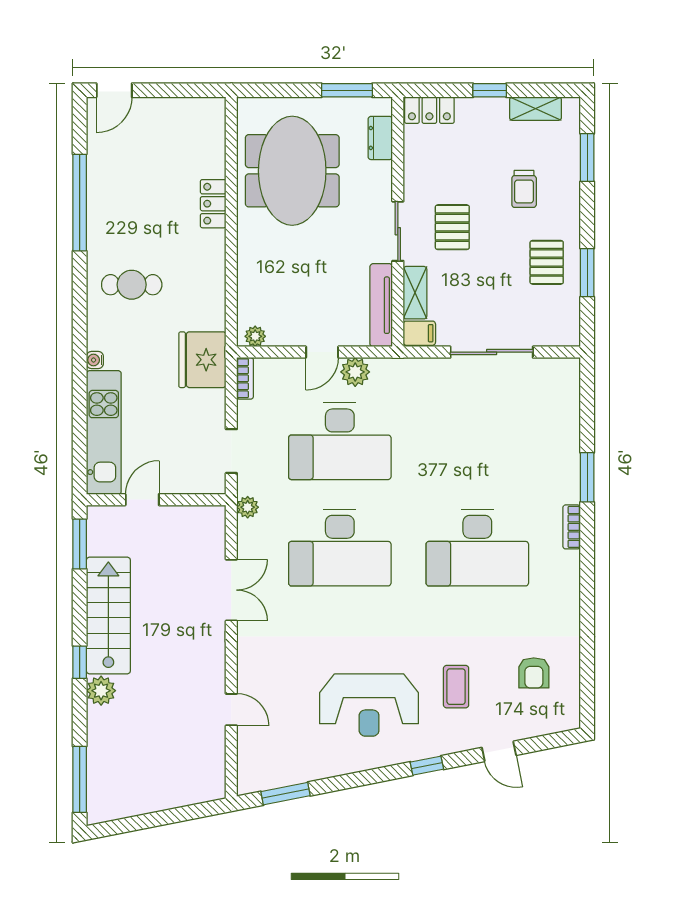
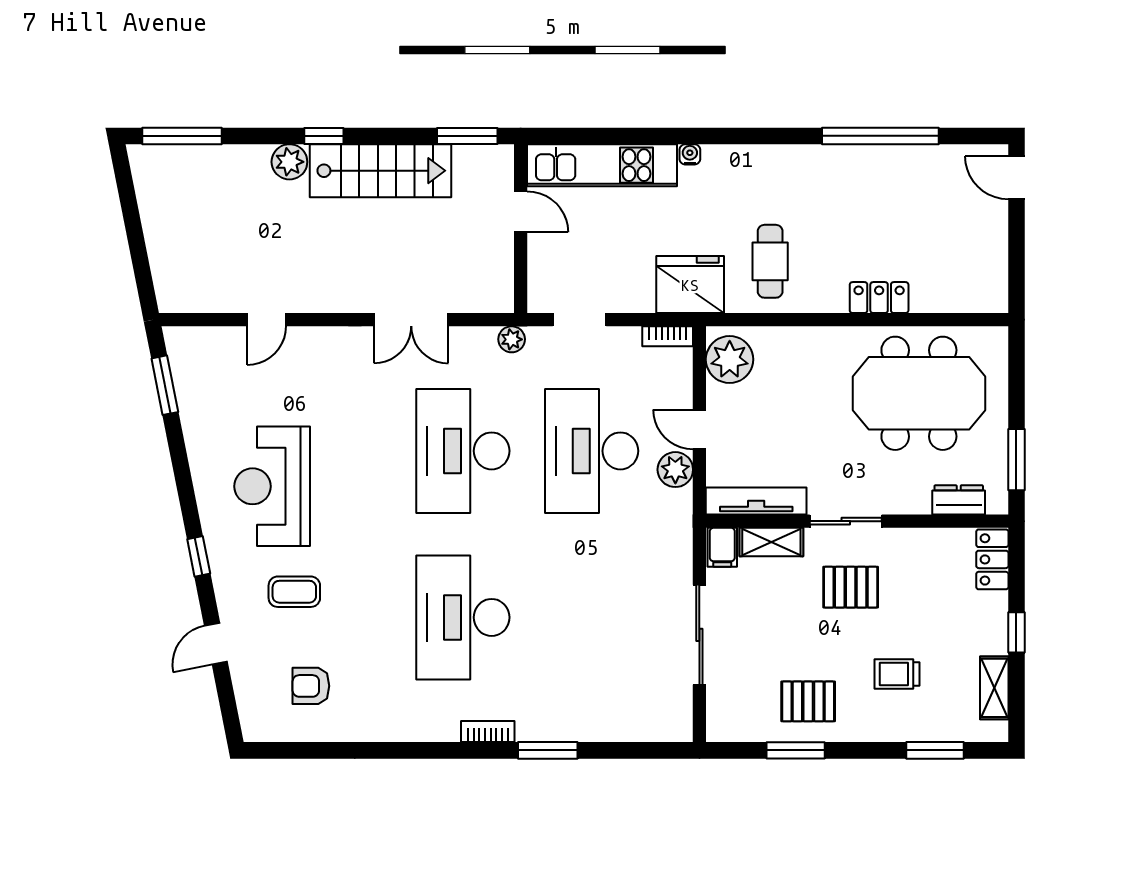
cafe table: (132, 285) -> (770, 261), moved
plant: (255, 336) -> (730, 359), width x1.88, depth x1.88

